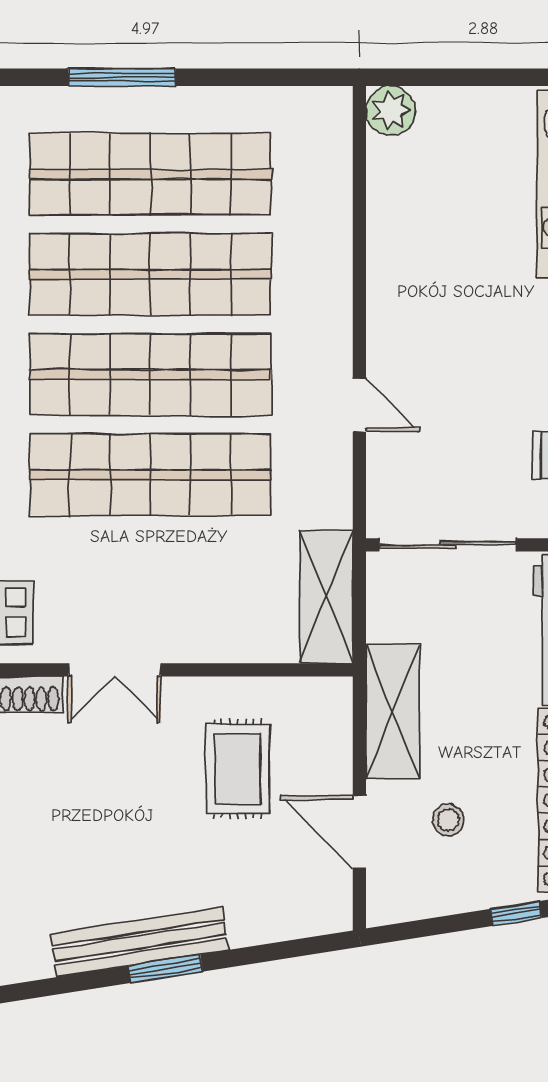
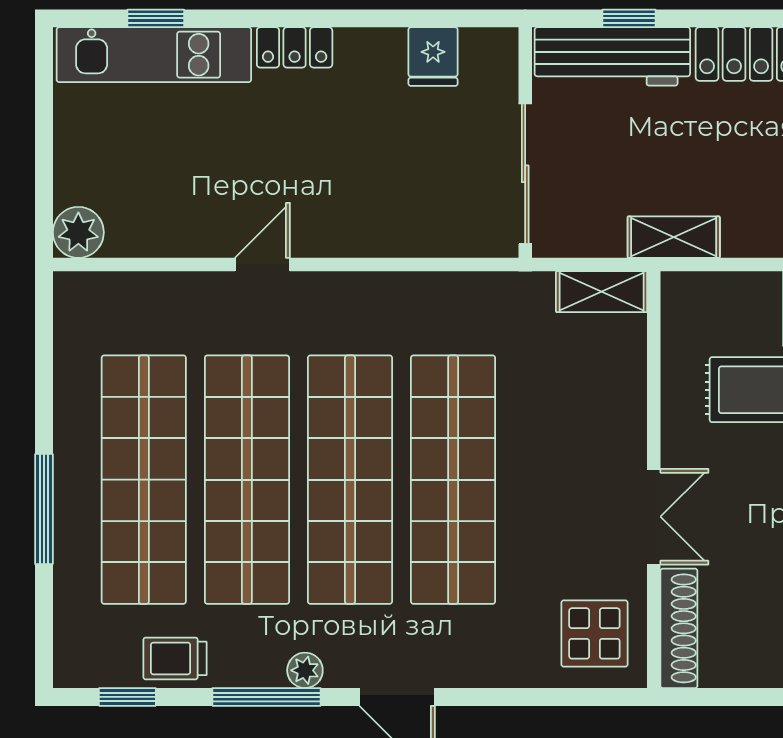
door: (359, 405) -> (262, 265), moved
shelving: (326, 597) -> (602, 292), width x0.67, depth x0.75
shelving: (393, 712) -> (674, 237), width x0.67, depth x0.75

